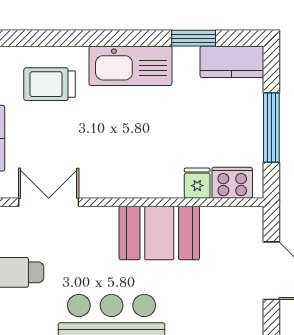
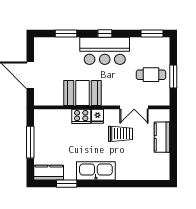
trolley: (50, 84) -> (120, 134), moved
fridge: (197, 183) -> (97, 116), moved
cooker: (232, 183) -> (81, 116), moved

